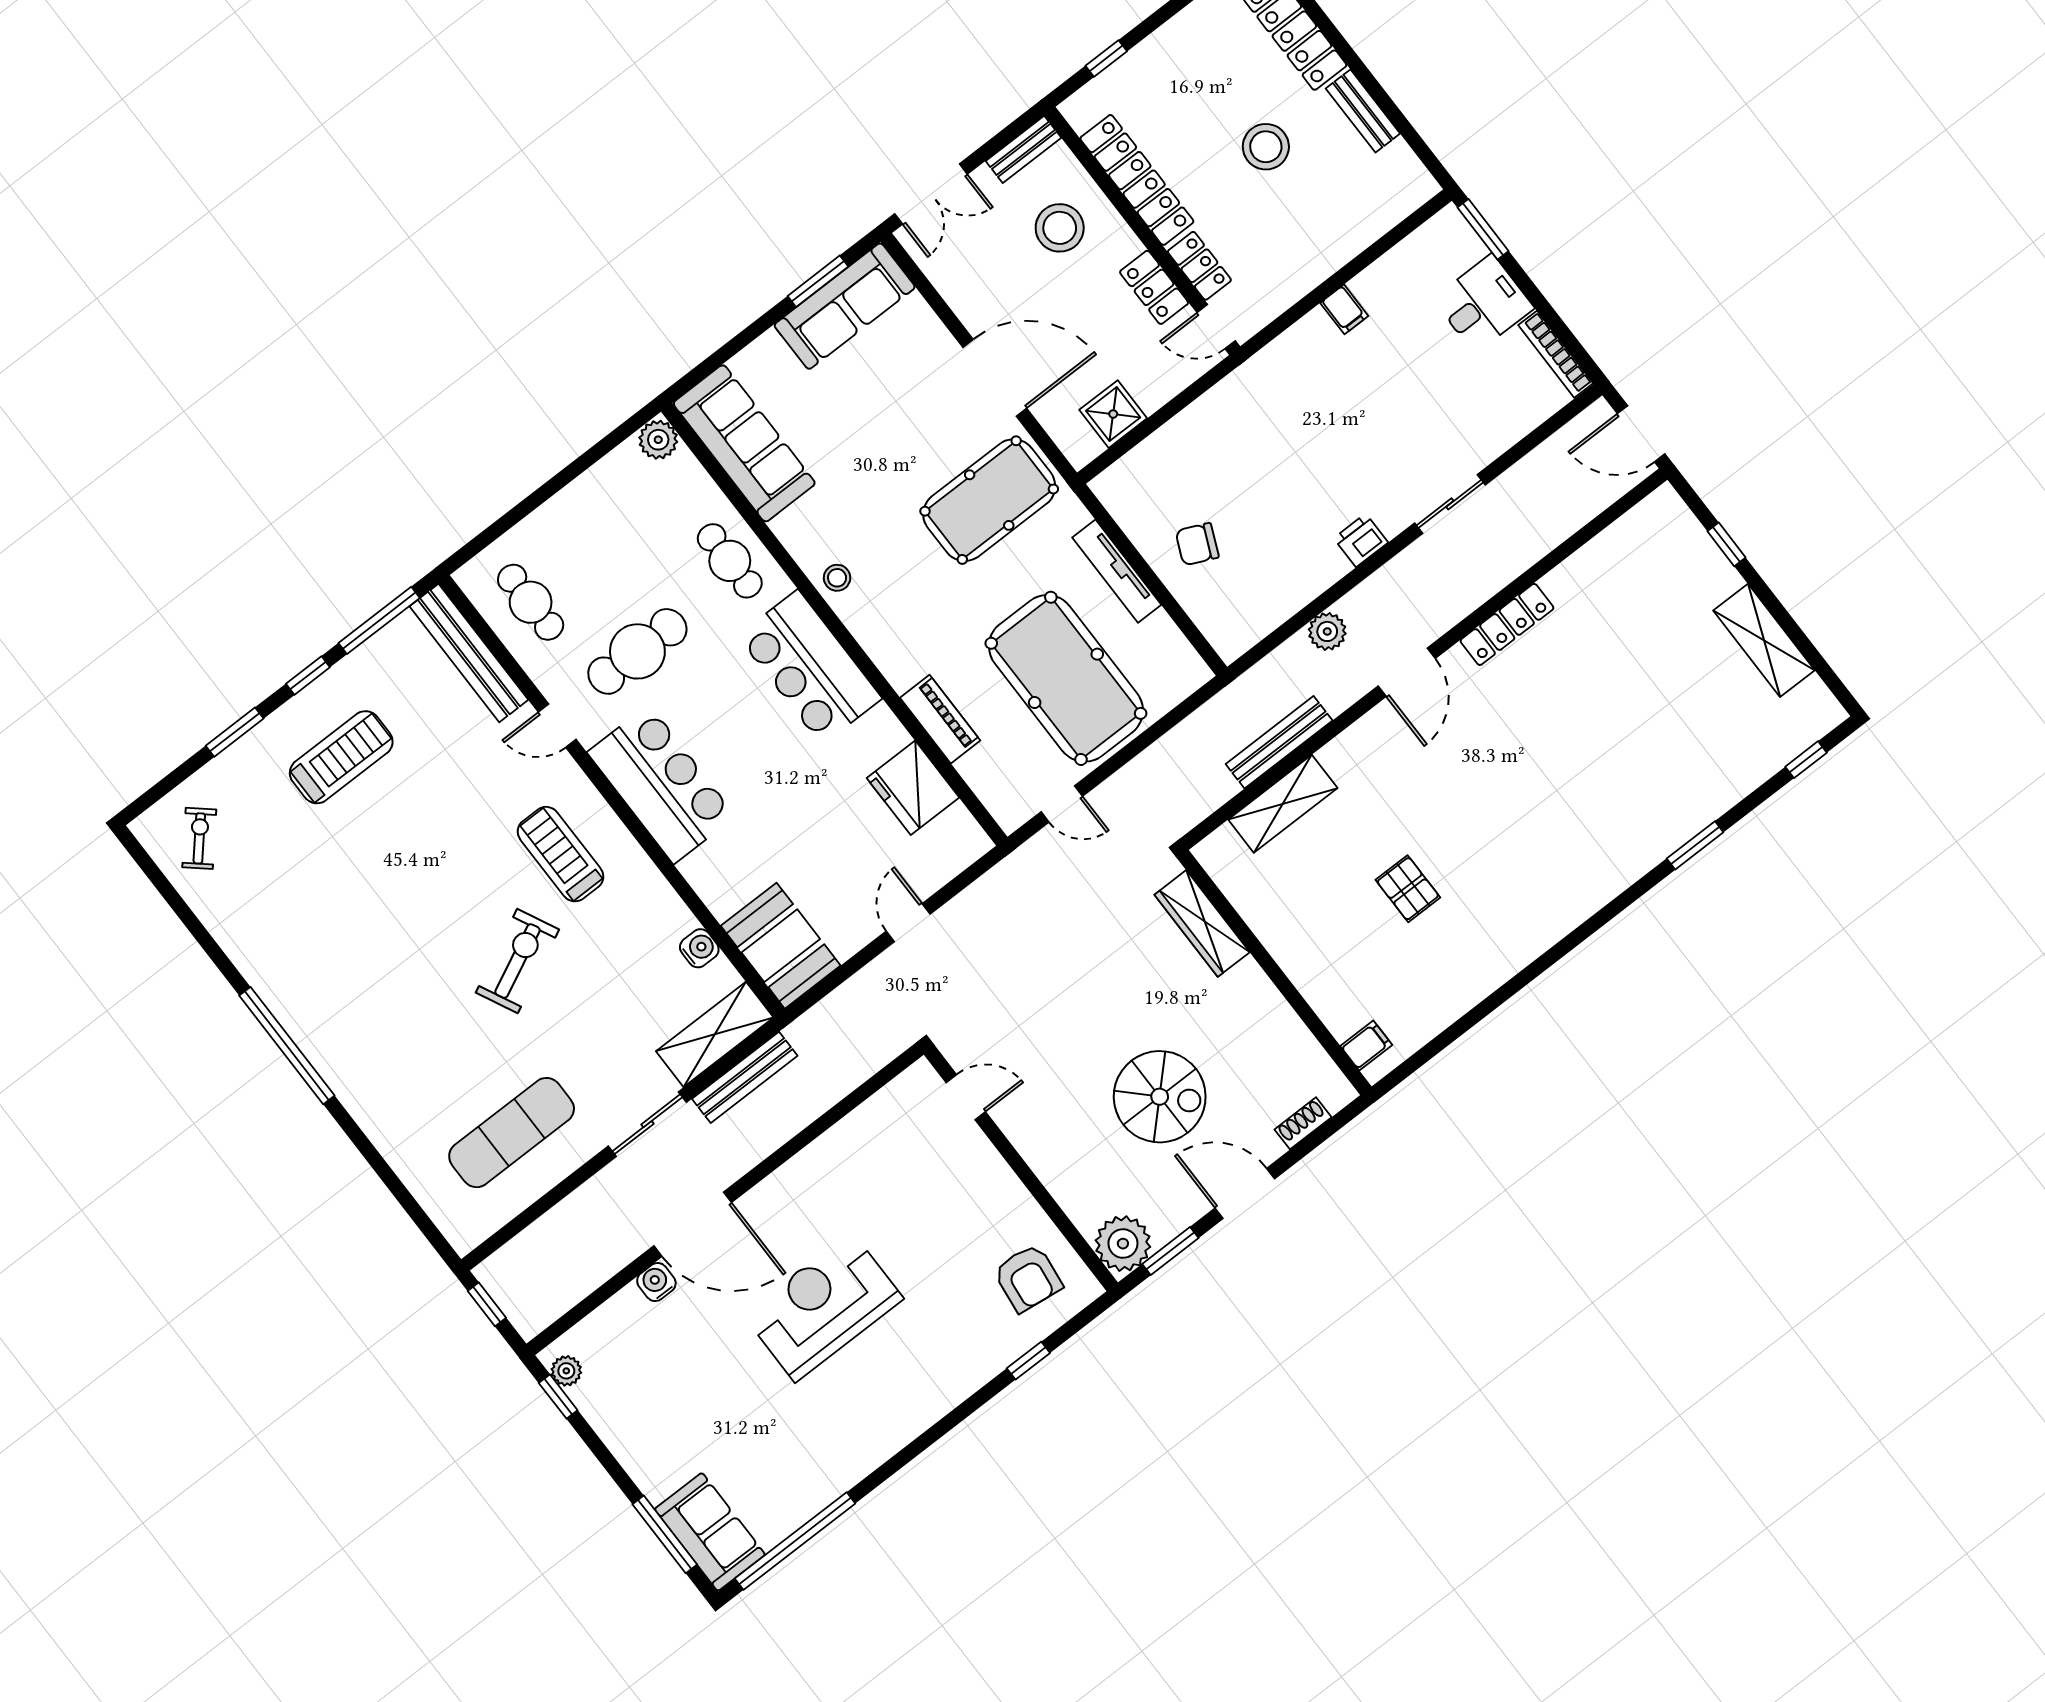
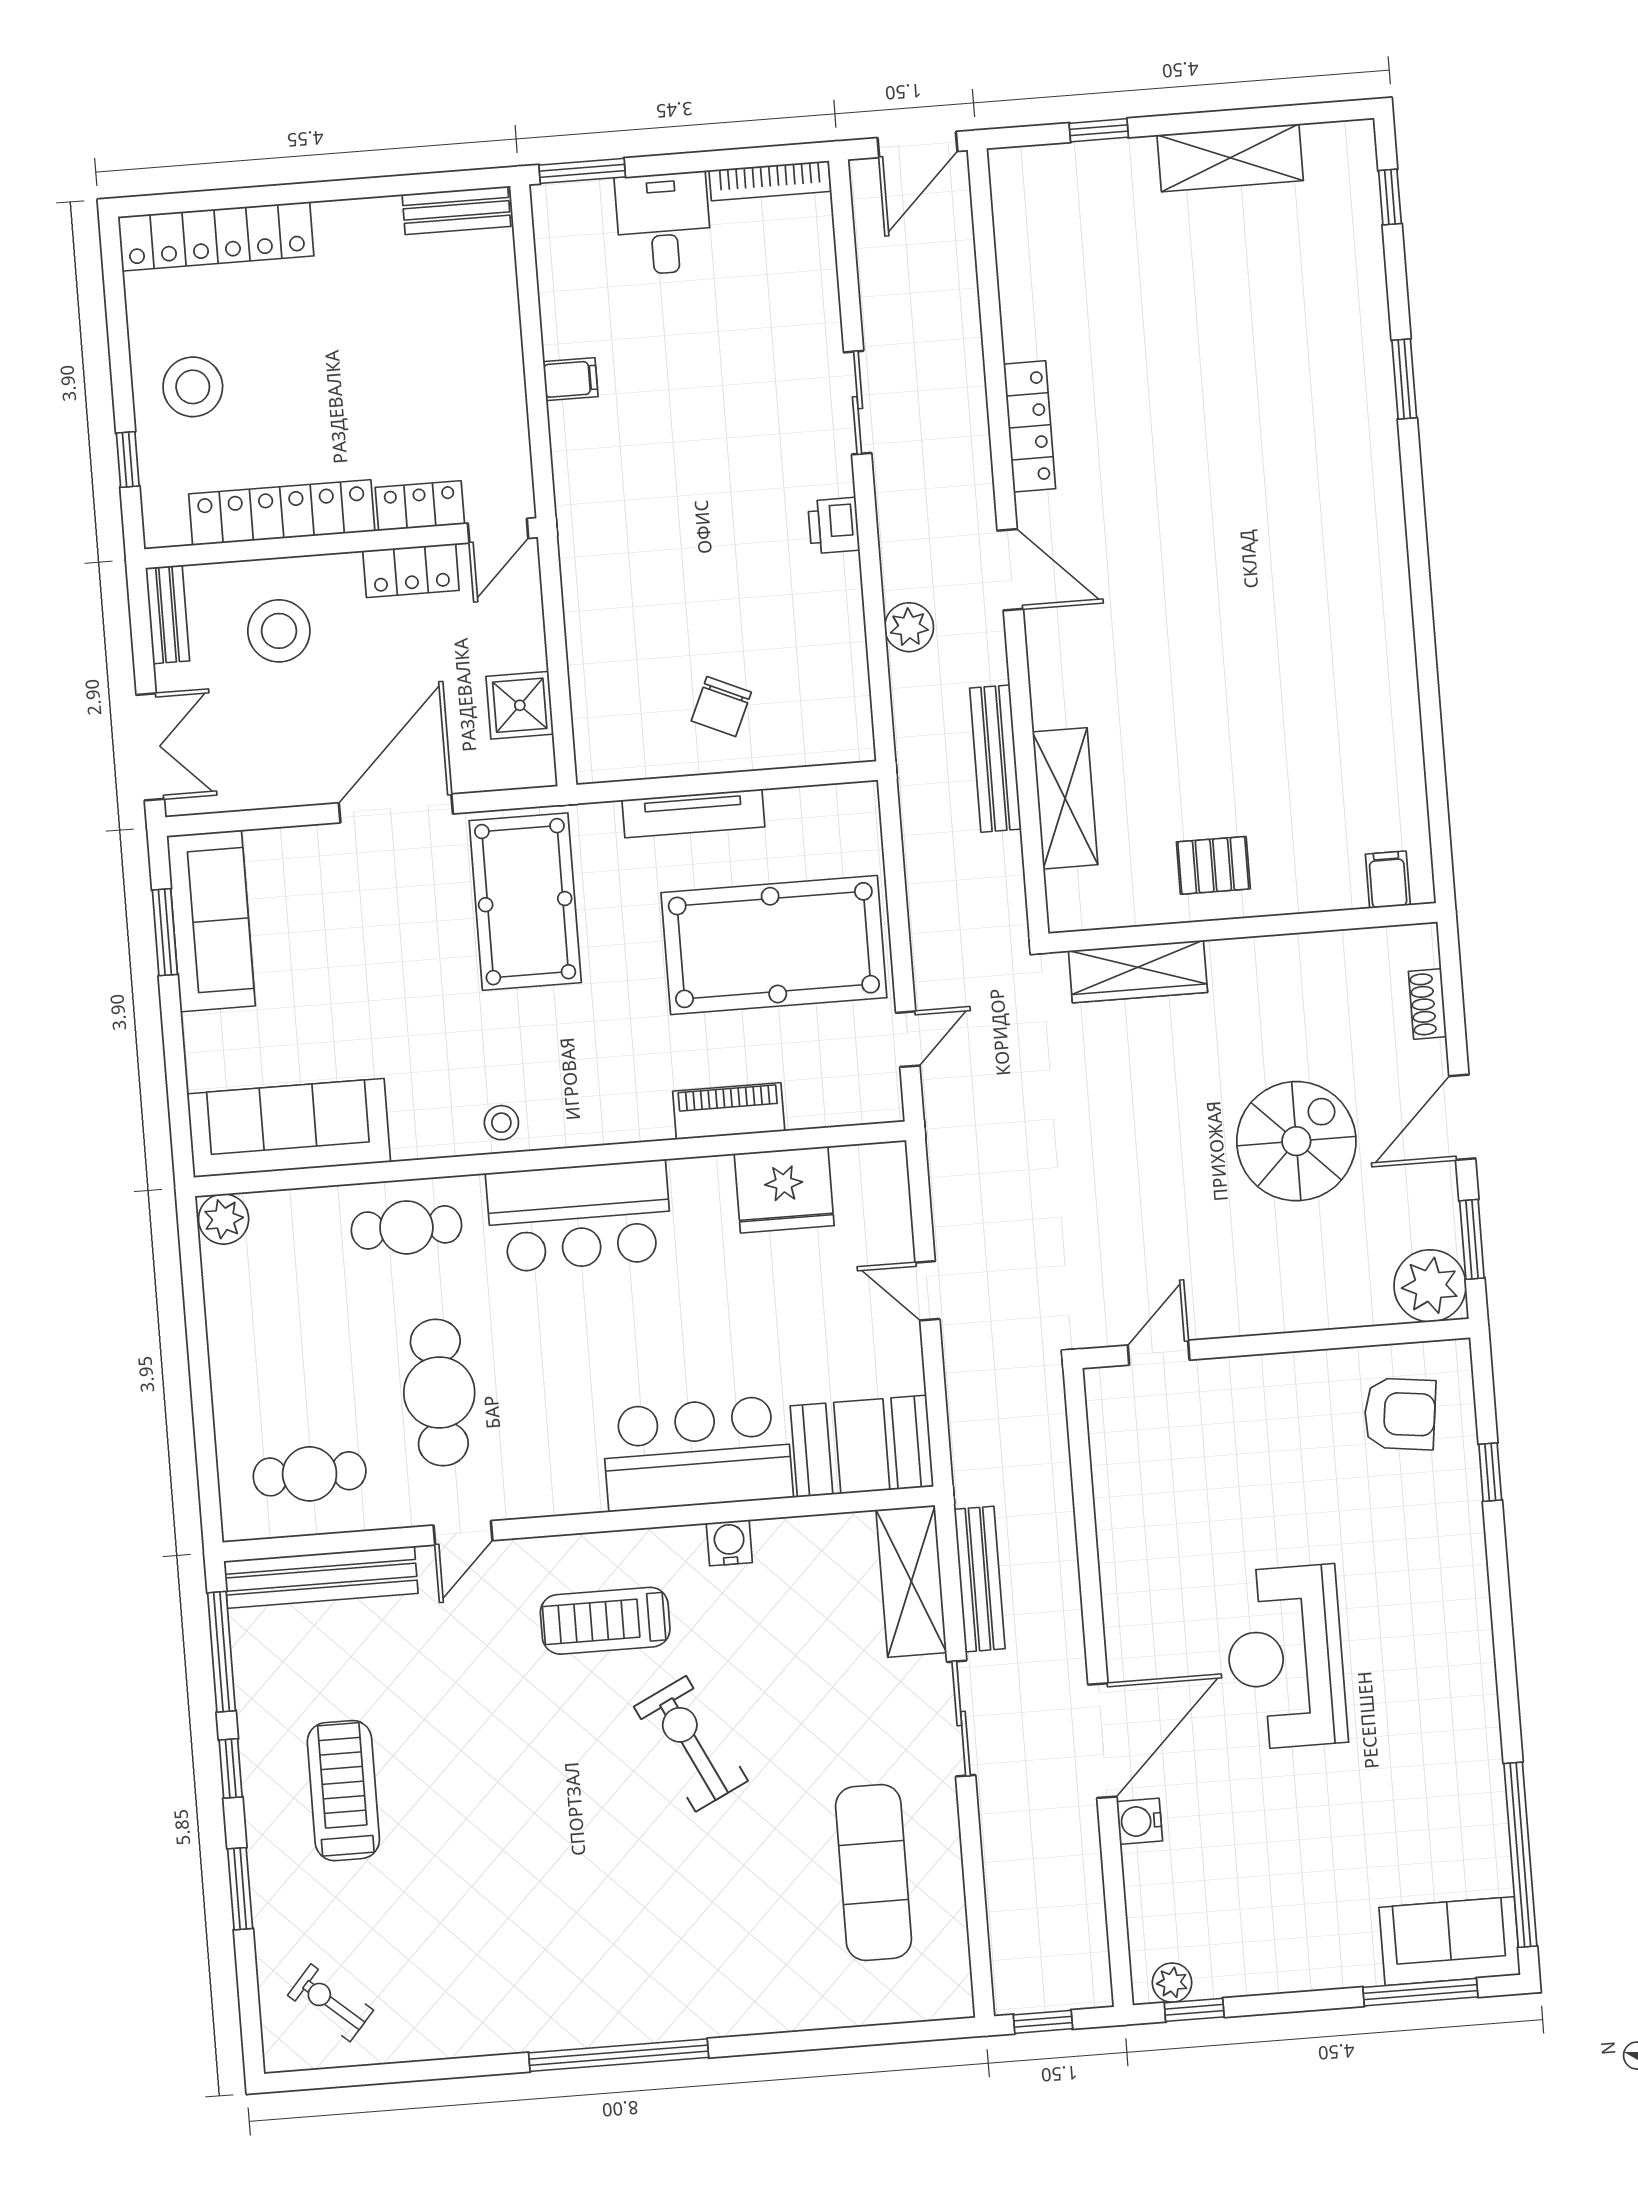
bench: (1363, 111) -> (456, 210), moved
stool: (1266, 147) -> (193, 387), moved
bar counter: (661, 784) -> (697, 1453), moved
pallet: (1408, 889) -> (1213, 865), moved
water cooler: (699, 948) -> (729, 1543), moved

